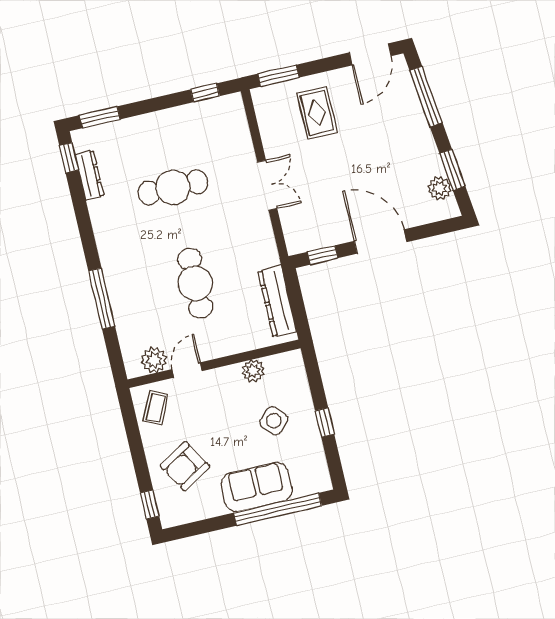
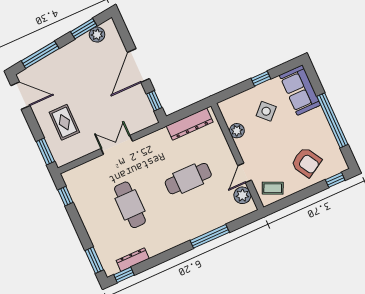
rug: (317, 113) -> (64, 122), turned 90
door: (187, 370) -> (245, 173), hinge flipped
sofa: (257, 487) -> (300, 90), moved
window: (278, 509) -> (332, 120), moved

